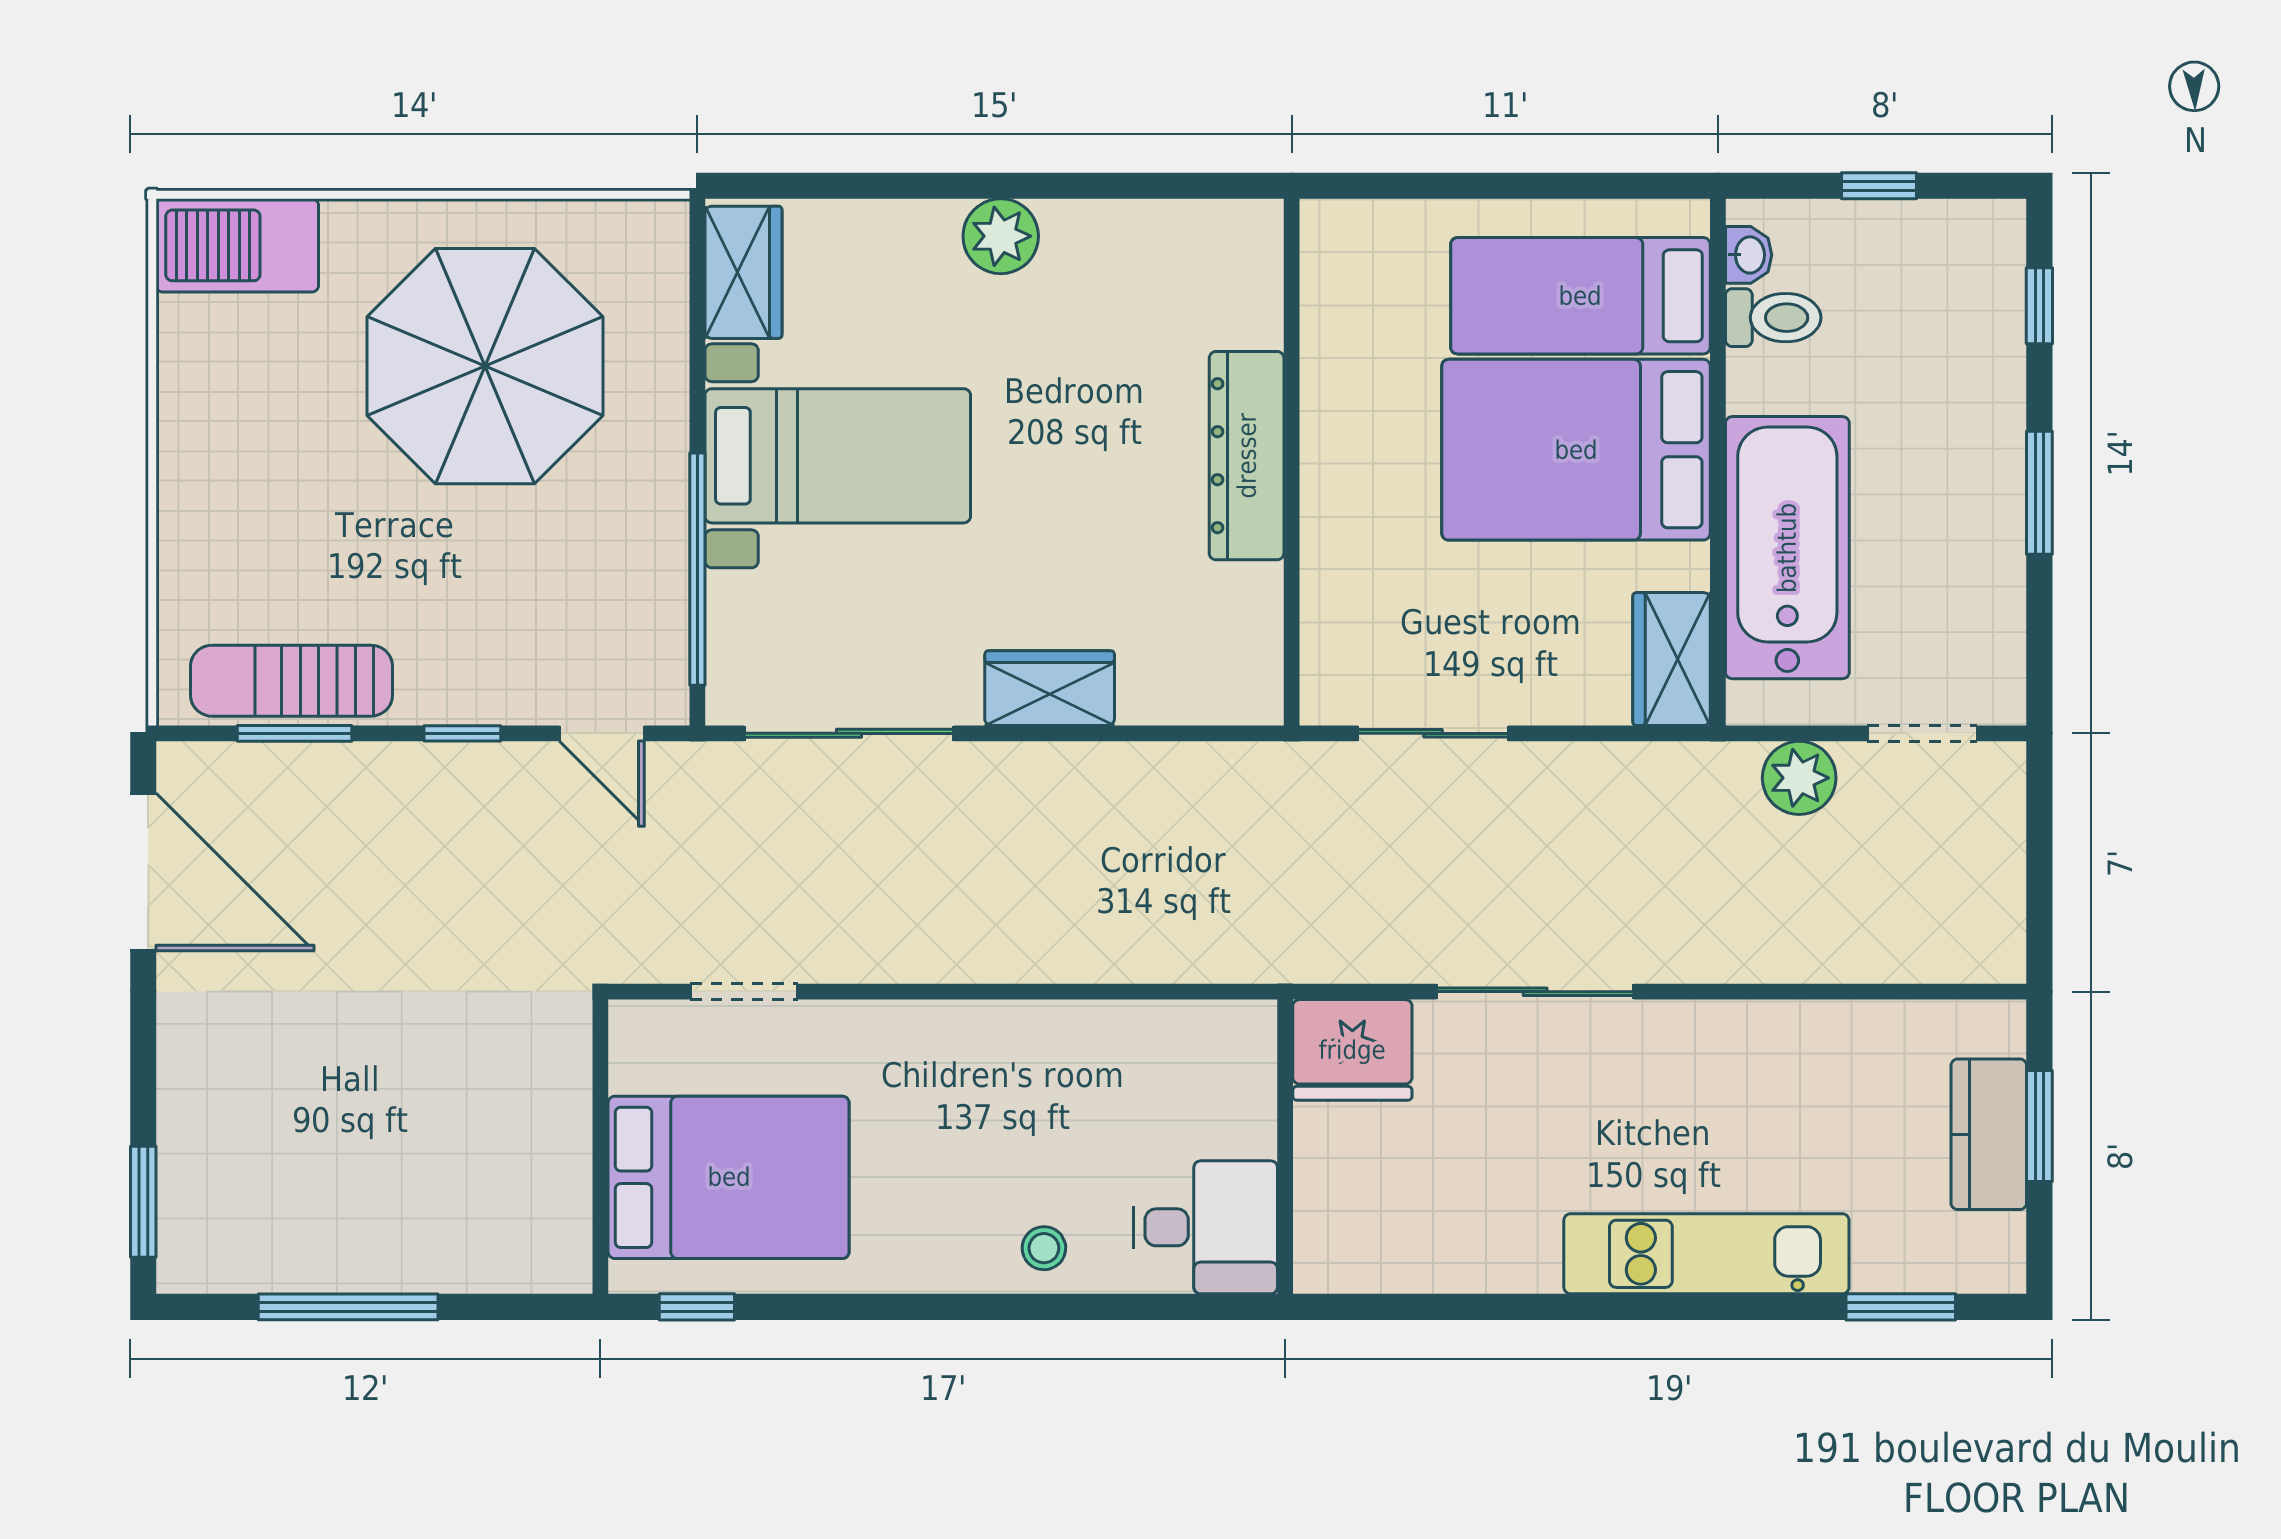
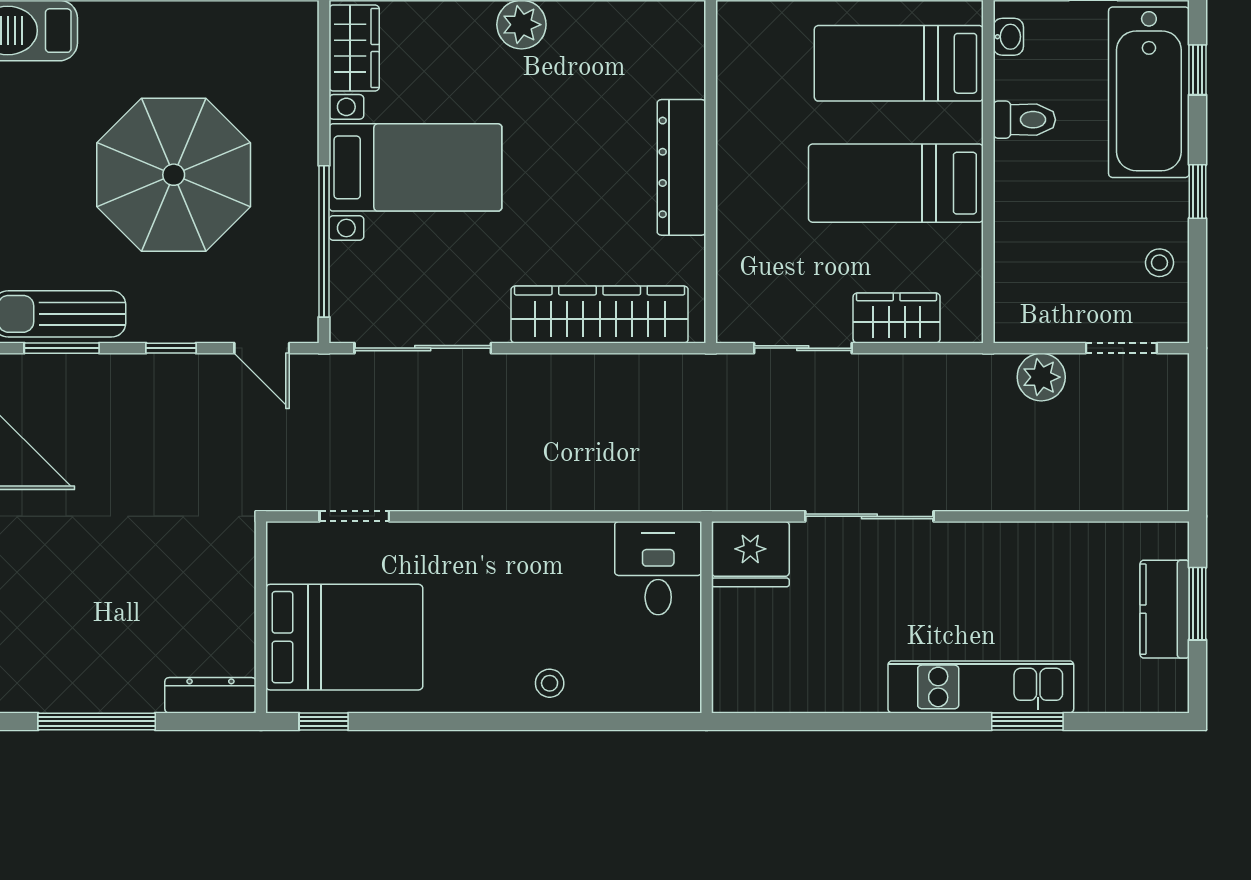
toilet: (1773, 318) -> (1024, 120), moved
parasol: (485, 366) -> (174, 175), moved
bed: (1576, 450) -> (896, 183), width x0.67
window: (2039, 493) -> (1198, 192), width x0.67
bathtub: (1787, 548) -> (1149, 92), moved, turned 180
stool: (1981, 602) -> (1159, 263), added
wardrobe: (1671, 659) -> (897, 318), moved, turned 90
wardrobe: (1050, 688) -> (600, 314), width x2.10, depth x1.17
desk: (1205, 1227) -> (658, 568), moved, turned -90
dresser: (523, 1267) -> (210, 695), added
window: (1901, 1307) -> (1027, 721), moved

